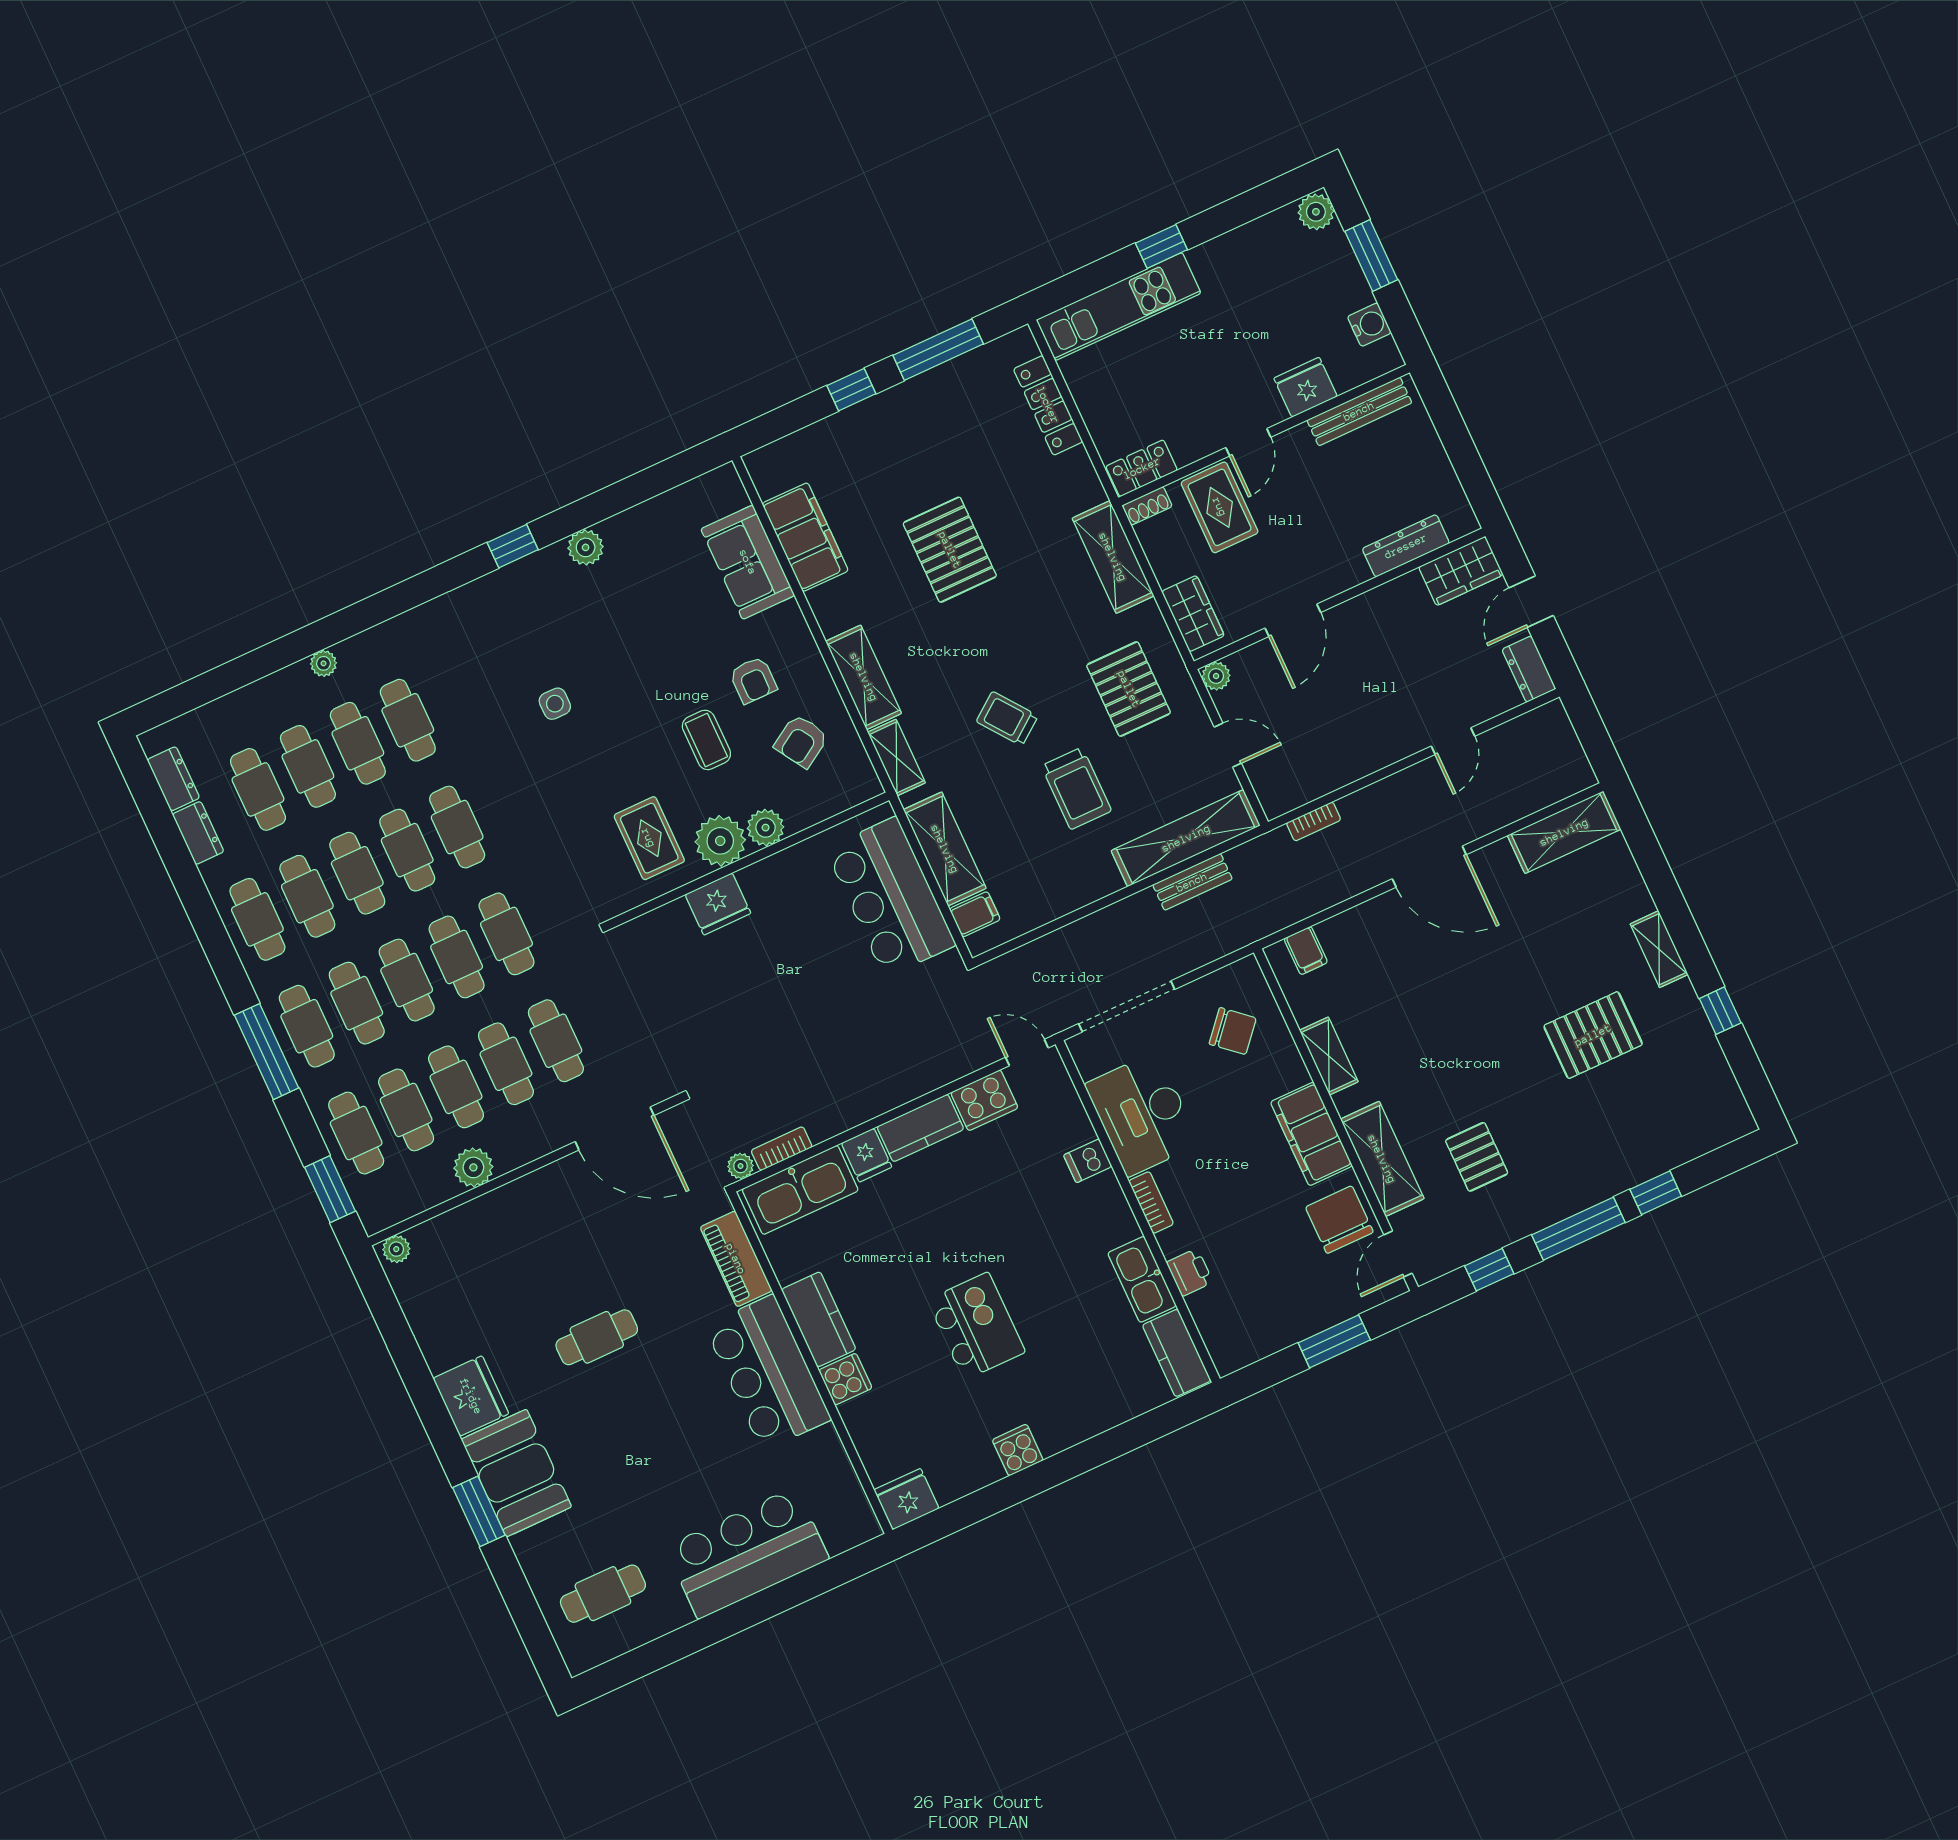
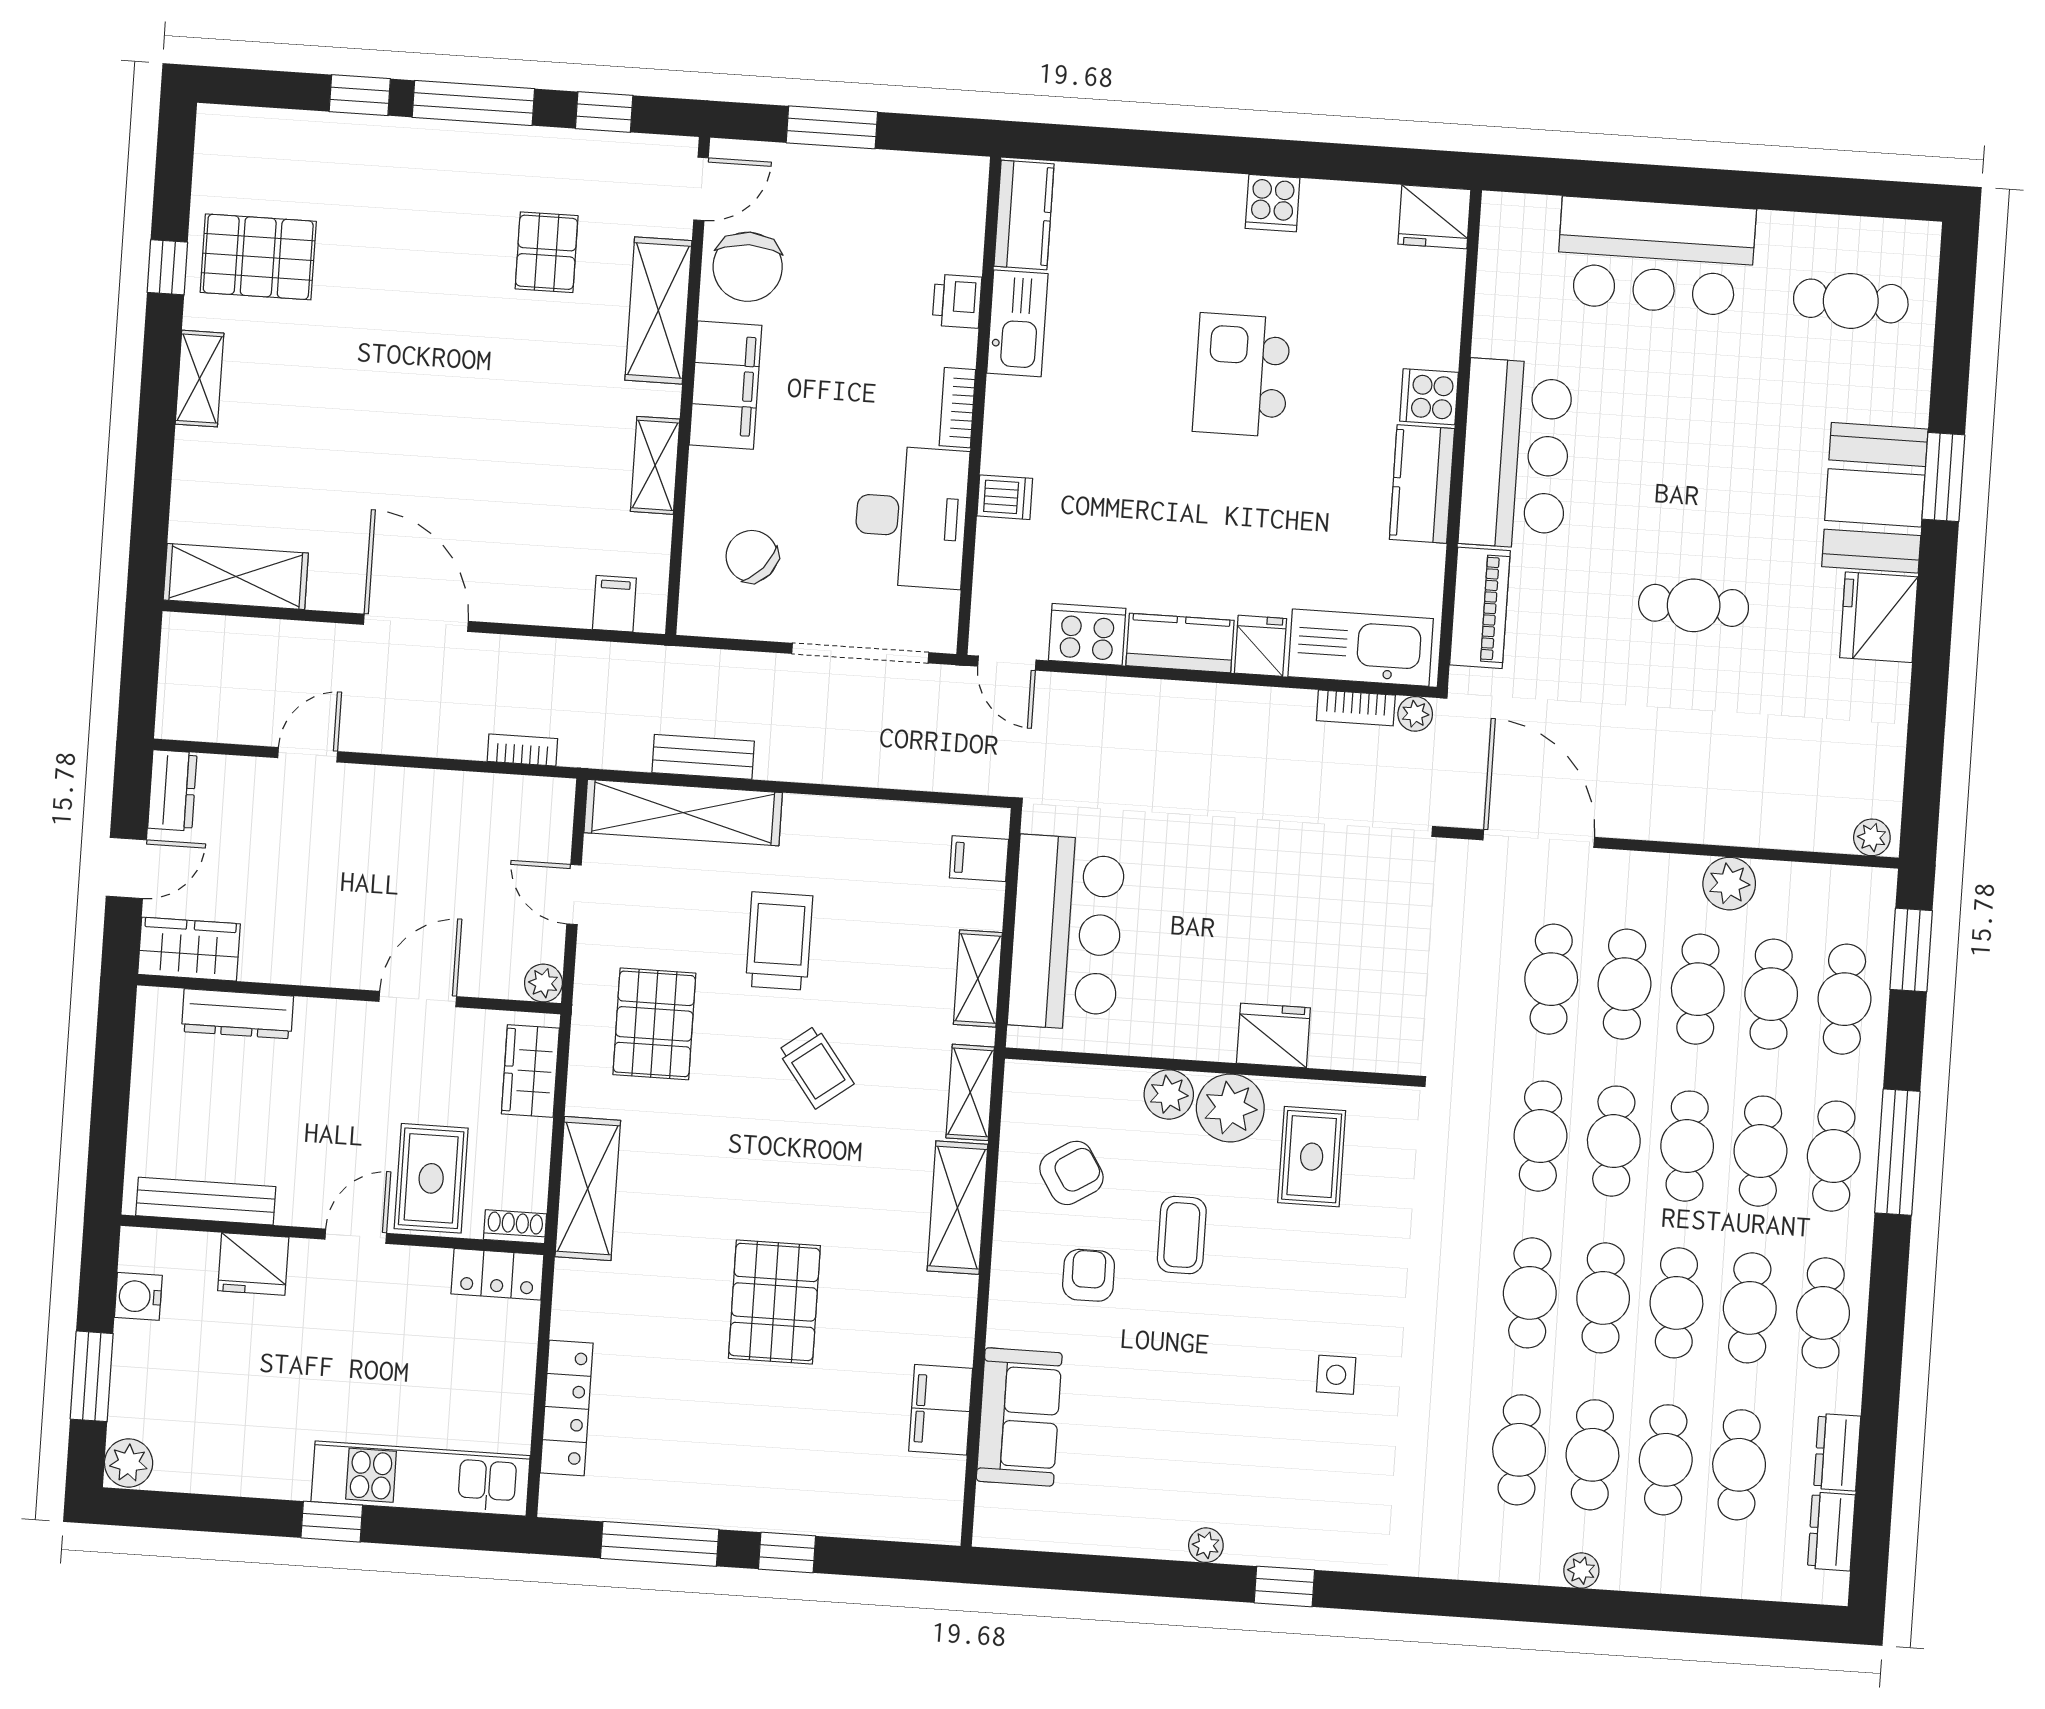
filing cabinet: (805, 537) -> (941, 1410), width x0.67, depth x0.86
plant: (586, 547) -> (1206, 1545), width x0.73, depth x0.73
shelving: (945, 849) -> (978, 979), width x0.67, depth x0.75
pallet: (1593, 1035) -> (258, 257), moved

